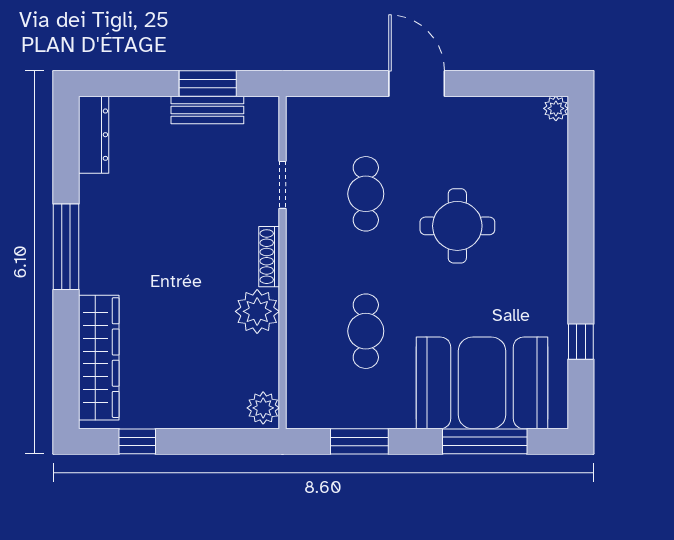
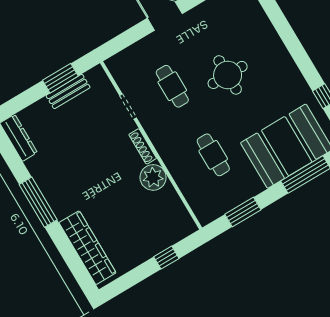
plant: (263, 408) -> (185, 224), removed
window: (137, 441) -> (166, 258), moved

